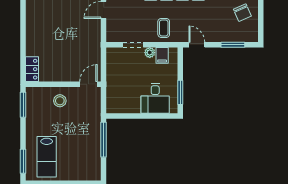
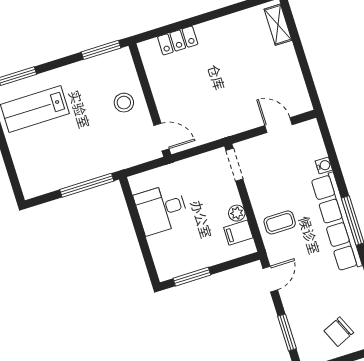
doorway: (133, 45) -> (234, 165), moved
locker: (32, 69) -> (178, 41), moved
desk: (155, 98) -> (161, 209), moved

